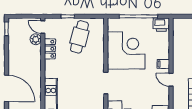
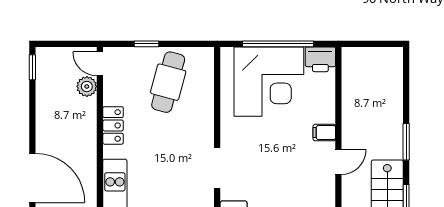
locker: (50, 49) -> (113, 125), moved
corner desk: (126, 50) -> (269, 82), moved, turned 90
door: (171, 80) -> (338, 162), swing flipped

